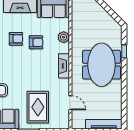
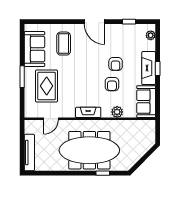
meeting table: (101, 65) -> (89, 150), width x1.36
rug: (38, 107) -> (47, 86), turned 90

